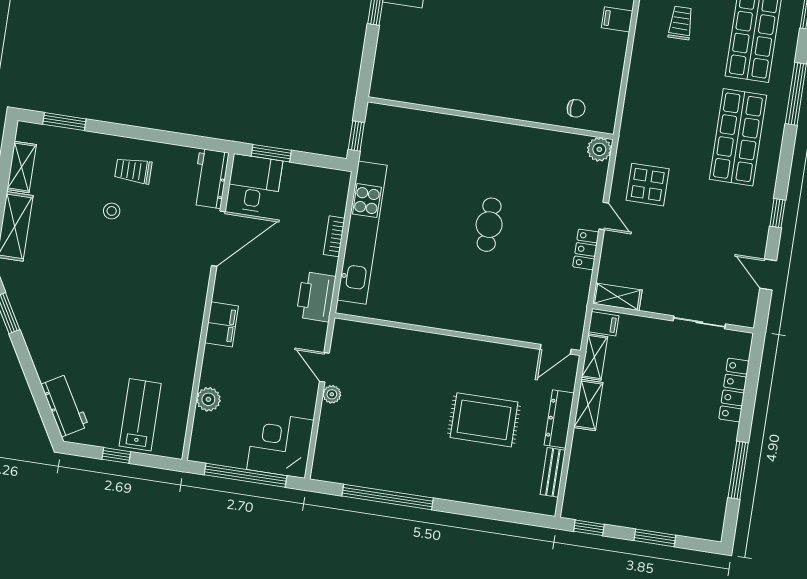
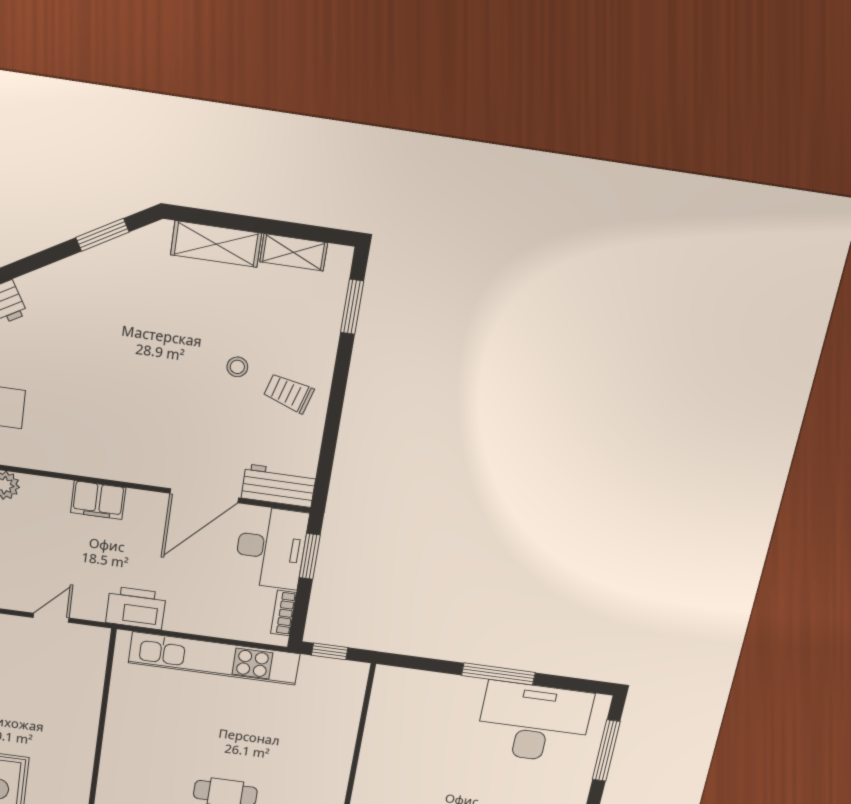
trolley: (133, 171) -> (289, 393), turned -74
desk: (254, 184) -> (271, 548), width x1.37
bookcase: (334, 236) -> (283, 613), moved, turned -90
door: (218, 239) -> (204, 496), hinge flipped
plant: (332, 394) -> (19, 626), removed

